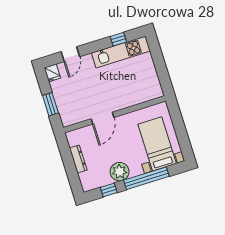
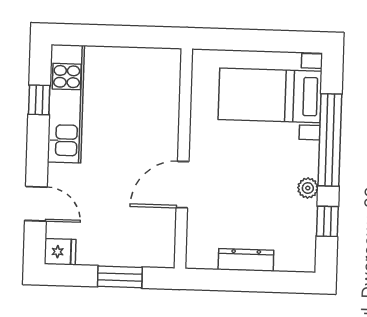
door: (103, 118) -> (182, 185), swing flipped
plant: (120, 172) -> (308, 188), width x0.53, depth x0.53

